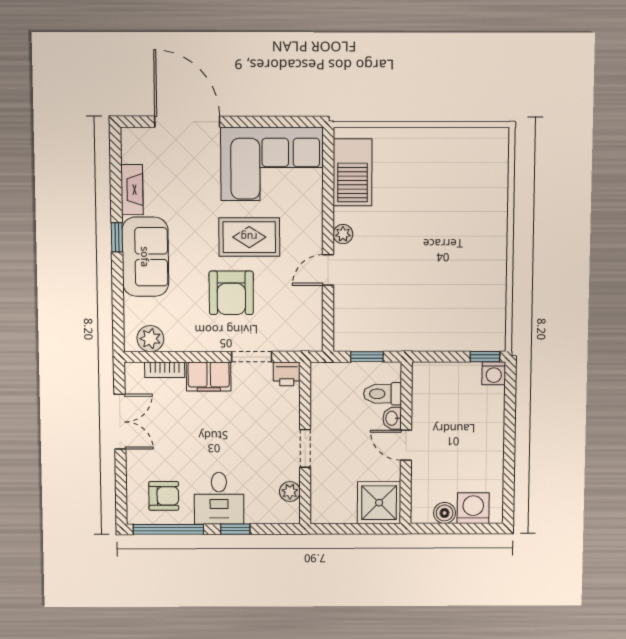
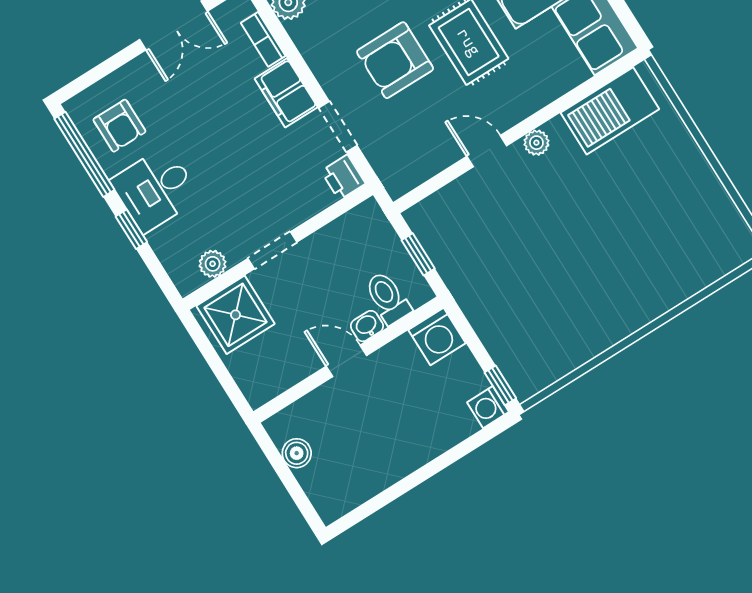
door: (406, 445) -> (346, 361), hinge flipped
shower: (379, 503) -> (236, 315), moved
washing machine: (473, 508) -> (437, 337), moved, turned 90

